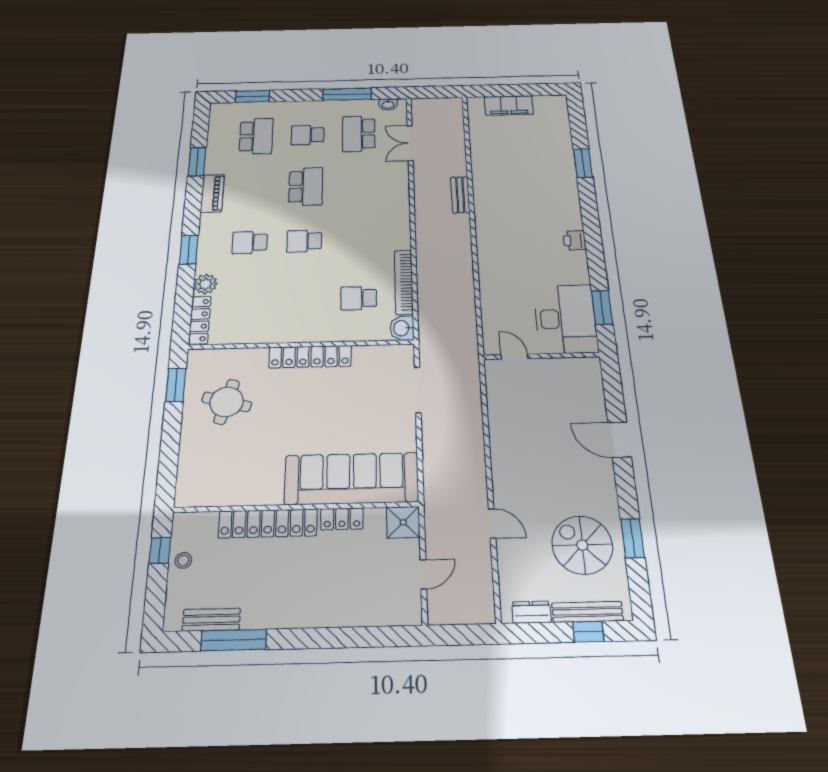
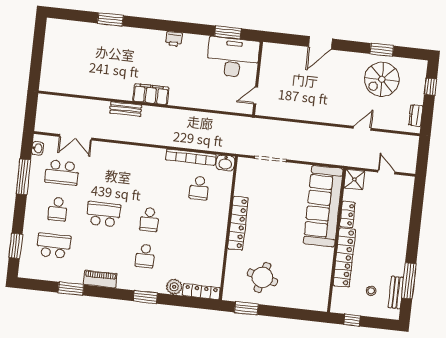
filing cabinet: (509, 105) -> (151, 94), moved, turned -90
stool: (183, 560) -> (371, 291), moved
bench: (587, 612) -> (420, 85), removed

